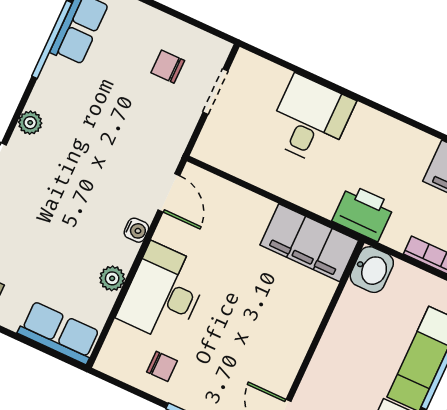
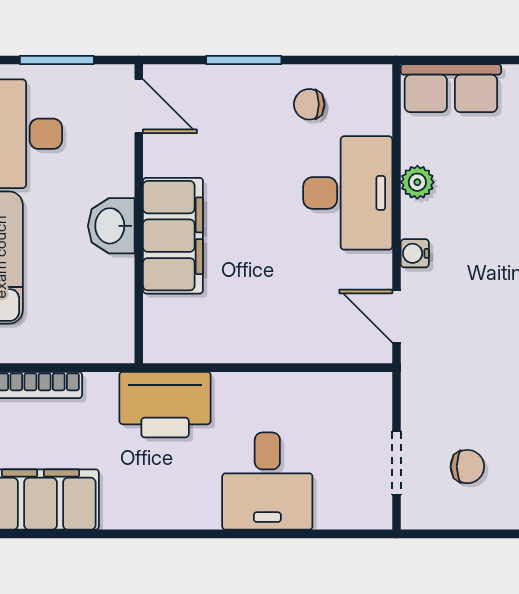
printer: (363, 213) -> (165, 405), width x1.37, depth x1.19
filing cabinet: (309, 243) -> (173, 236), moved, turned 90
washbasin: (372, 270) -> (111, 226), moved

